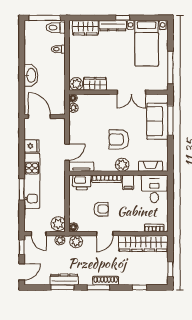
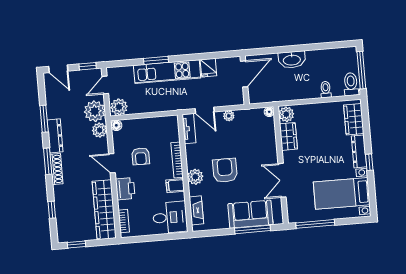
plant: (73, 108) -> (229, 116), moved
printer: (82, 182) -> (125, 189), moved, turned 180
plant: (60, 240) -> (95, 111), width x1.88, depth x1.88
dresser: (64, 279) -> (55, 136), moved

